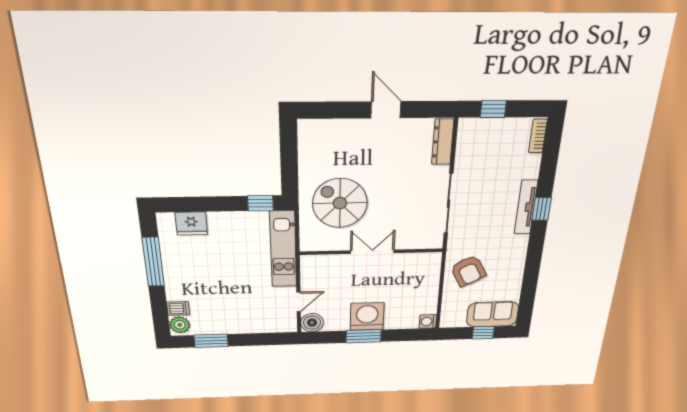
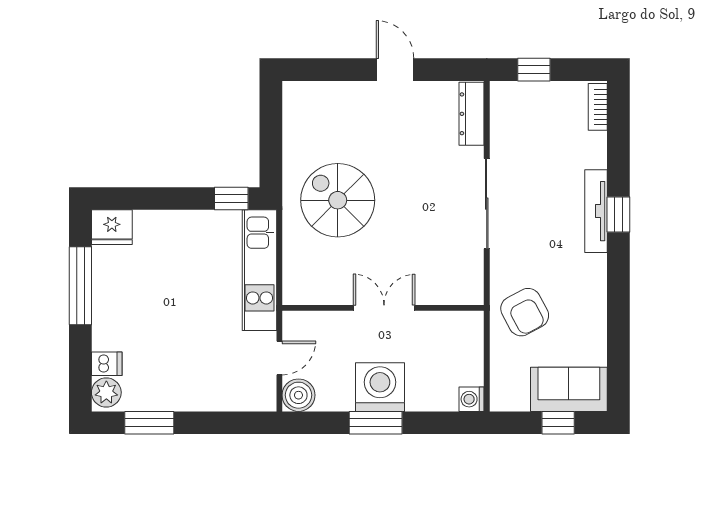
fridge: (191, 224) -> (112, 227), moved
wall: (371, 252) -> (383, 308), moved
double door: (372, 252) -> (384, 308), moved

